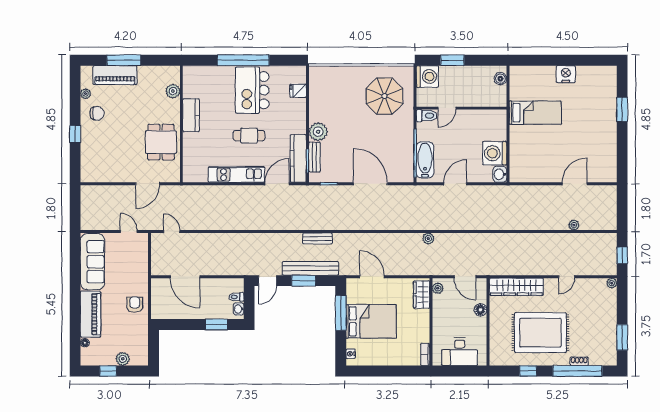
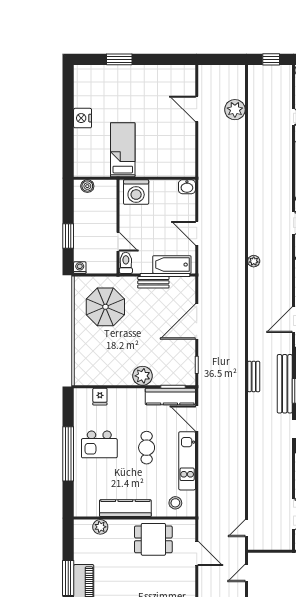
washing machine: (427, 77) -> (80, 268), width x0.53, depth x0.53
kitchen island: (252, 90) -> (99, 444), width x0.73, depth x0.78
kitchen counter: (191, 115) -> (125, 508), width x1.50
washing machine: (495, 153) -> (136, 192), moved
bench: (315, 157) -> (153, 282), moved
stool: (196, 163) -> (175, 503), added
plant: (574, 225) -> (235, 110), width x1.87, depth x1.87

